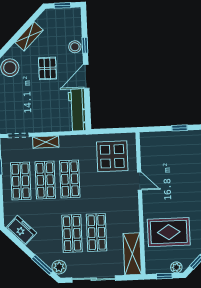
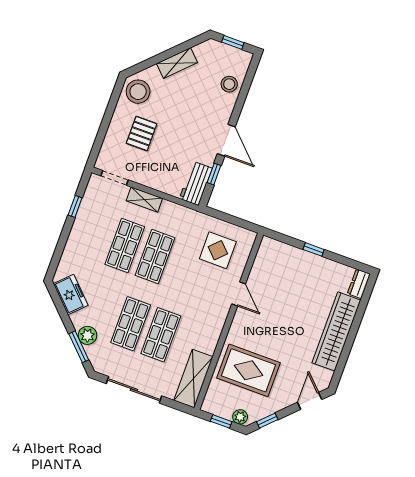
window: (85, 45) -> (214, 174), moved
stool: (75, 47) -> (229, 84), moved
pallet: (47, 68) -> (142, 134), moved
door: (86, 76) -> (226, 140), swing flipped
workbench: (77, 110) -> (196, 183), width x0.73
display table: (112, 156) -> (218, 250), width x0.73, depth x0.73
shop shelf: (21, 181) -> (94, 234), removed
plant: (59, 267) -> (87, 335), moved

